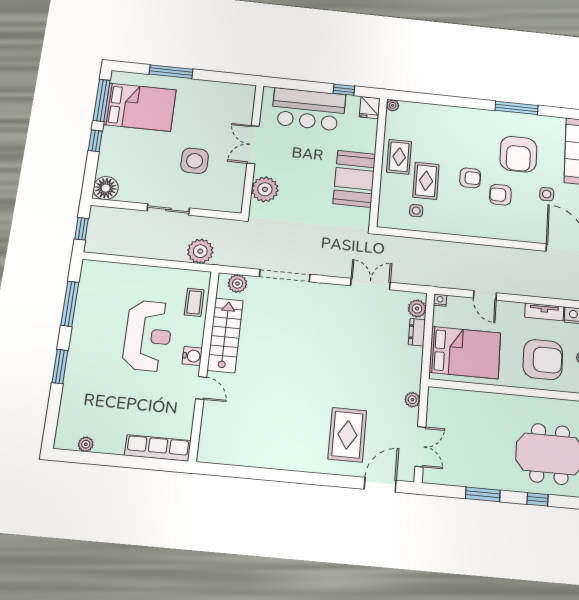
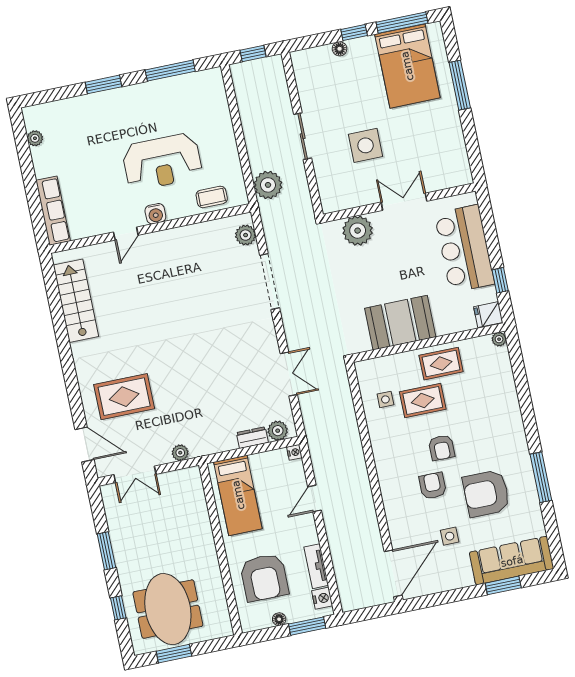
floor lamp: (106, 188) -> (340, 49), moved, width x0.53, depth x0.53
stairs: (225, 335) -> (76, 301), moved, turned -90
bed: (465, 353) -> (238, 495), width x0.67

